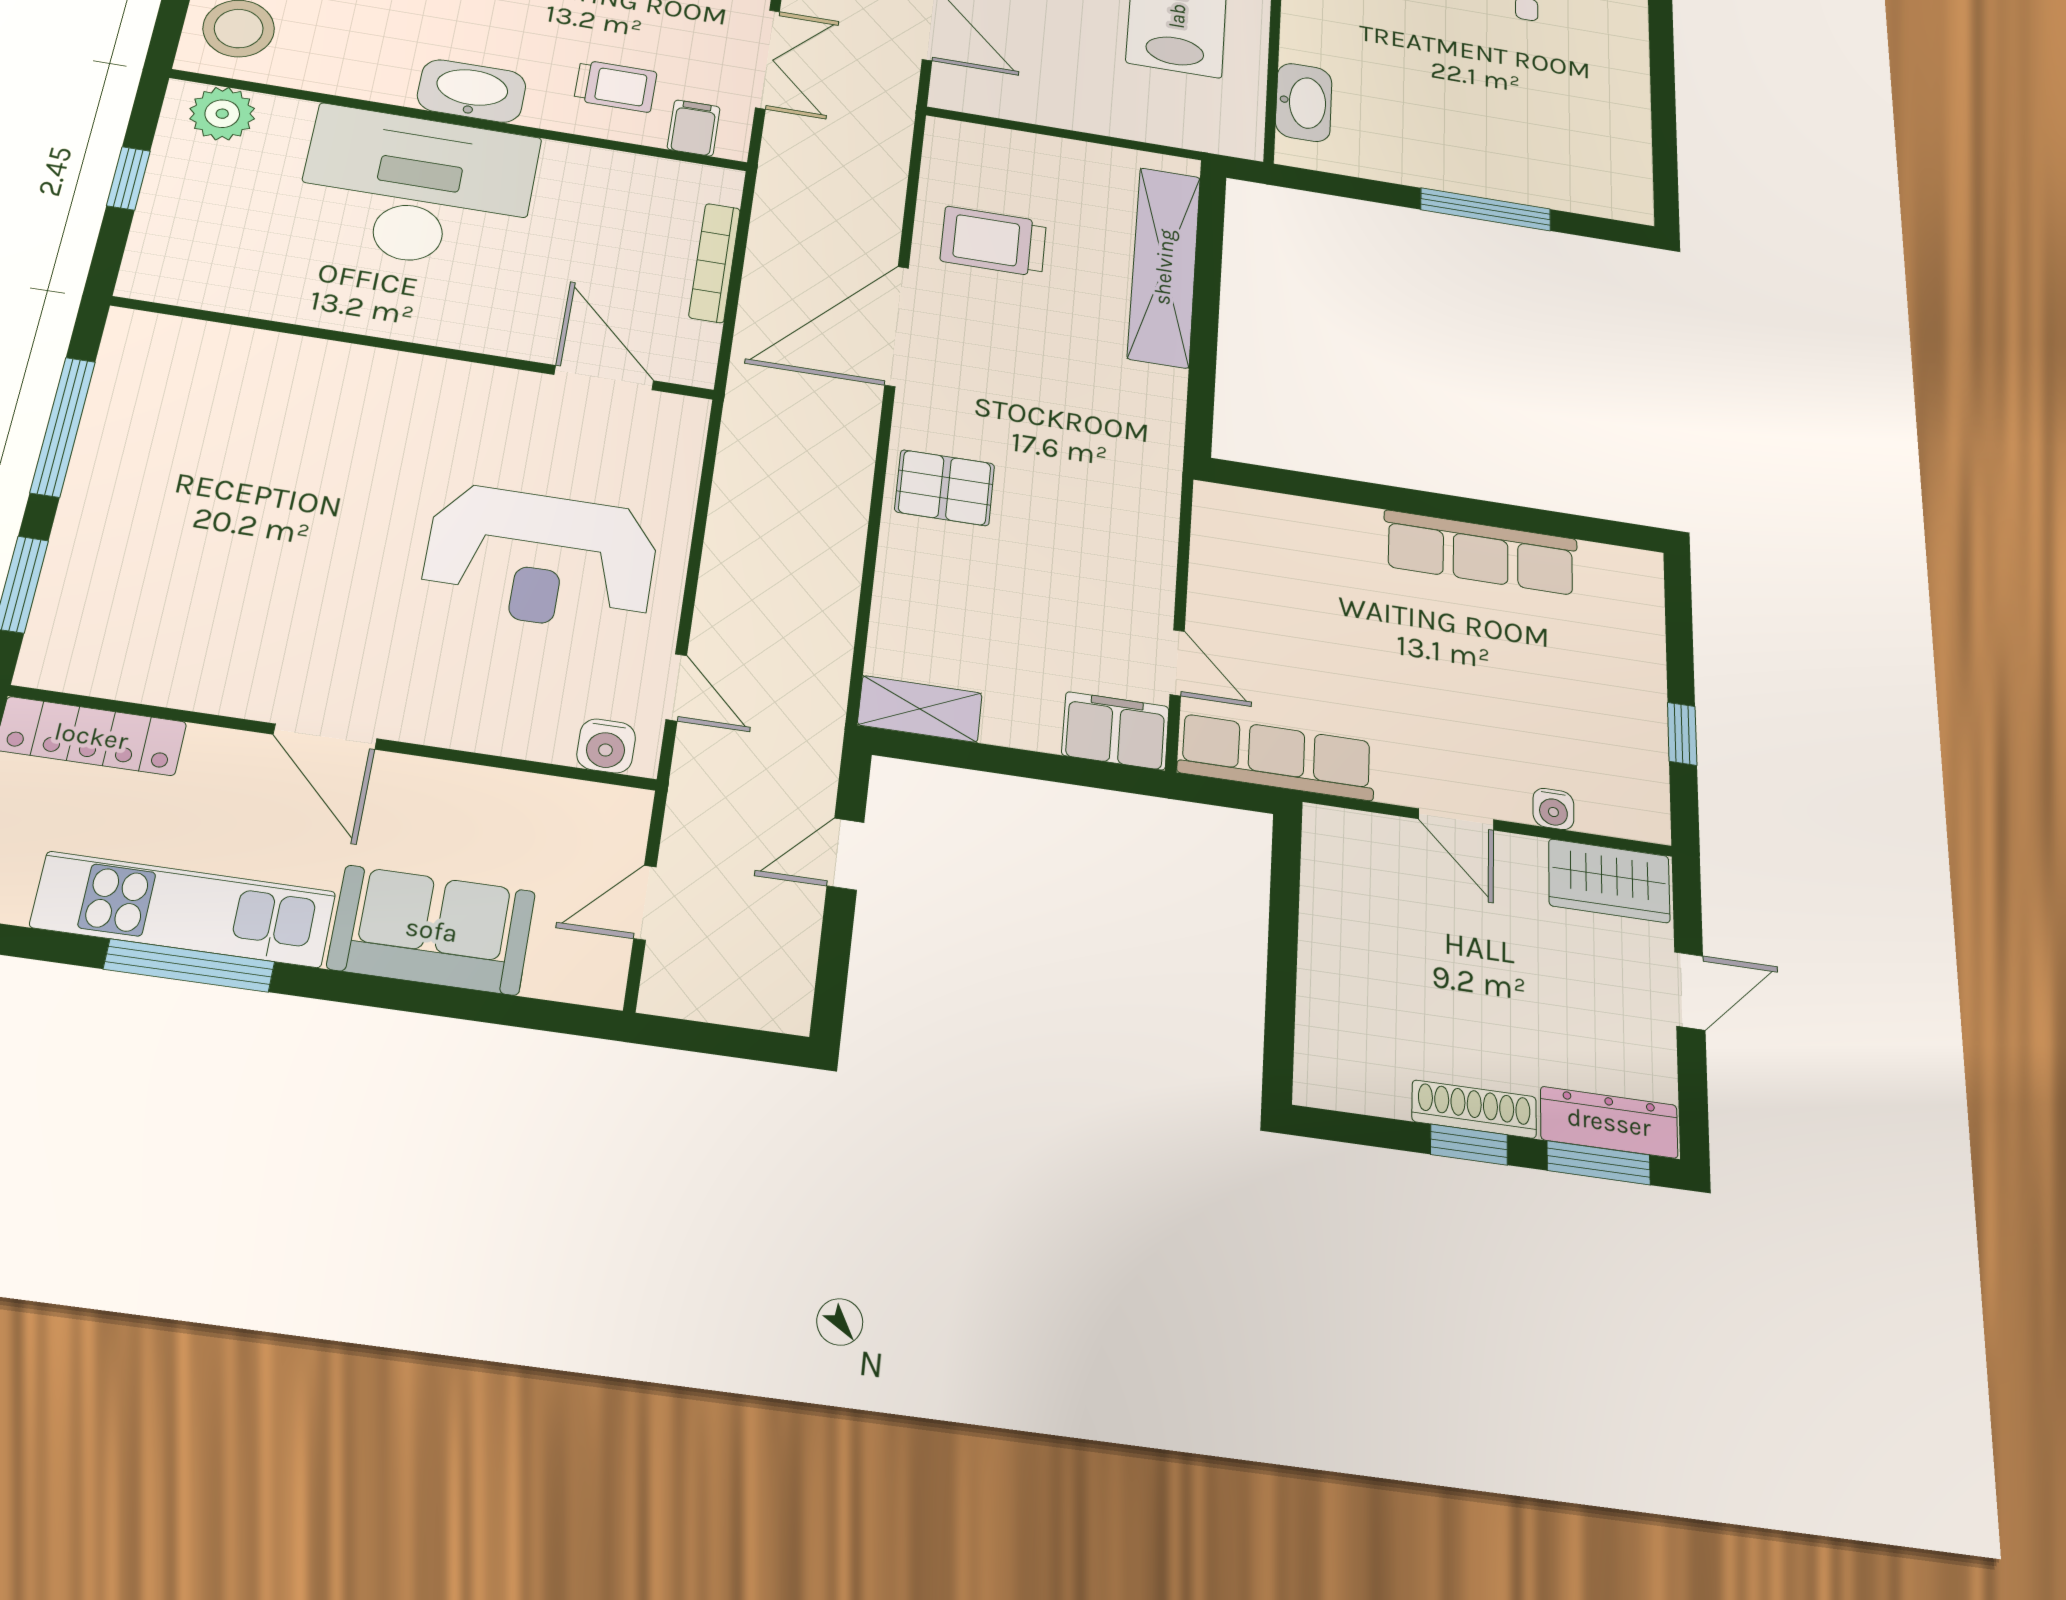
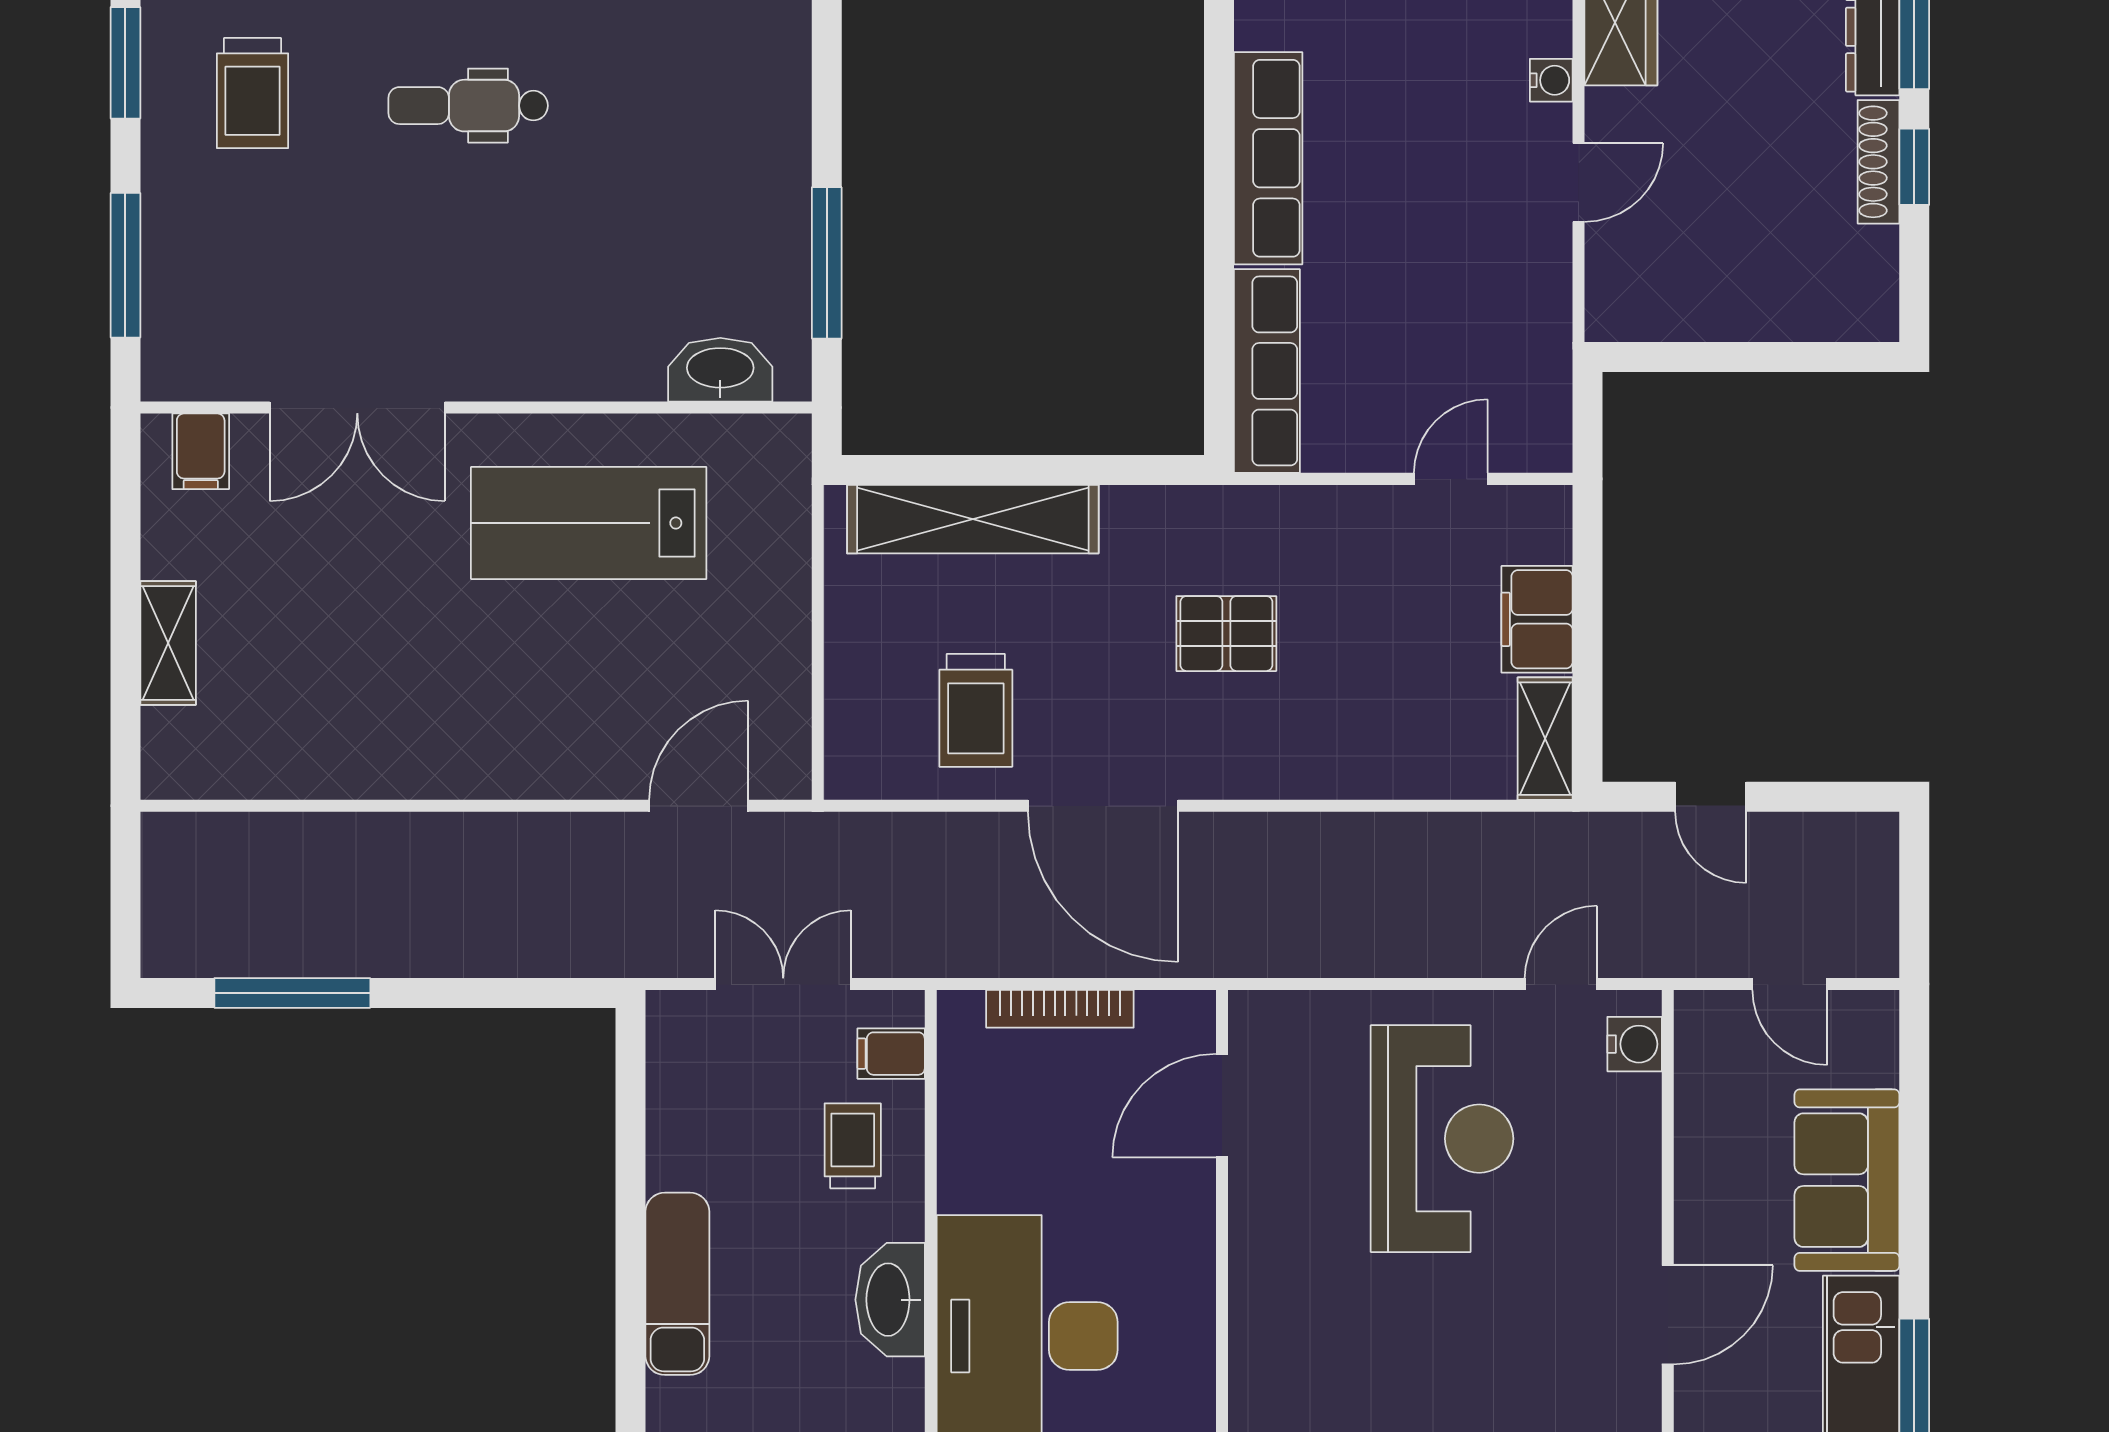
window: (1486, 209) -> (827, 263), moved
pallet: (945, 488) -> (1226, 634), moved, turned 90
filing cabinet: (1115, 731) -> (1537, 619), moved
row of seats: (1276, 757) -> (1267, 371), moved, turned 180

